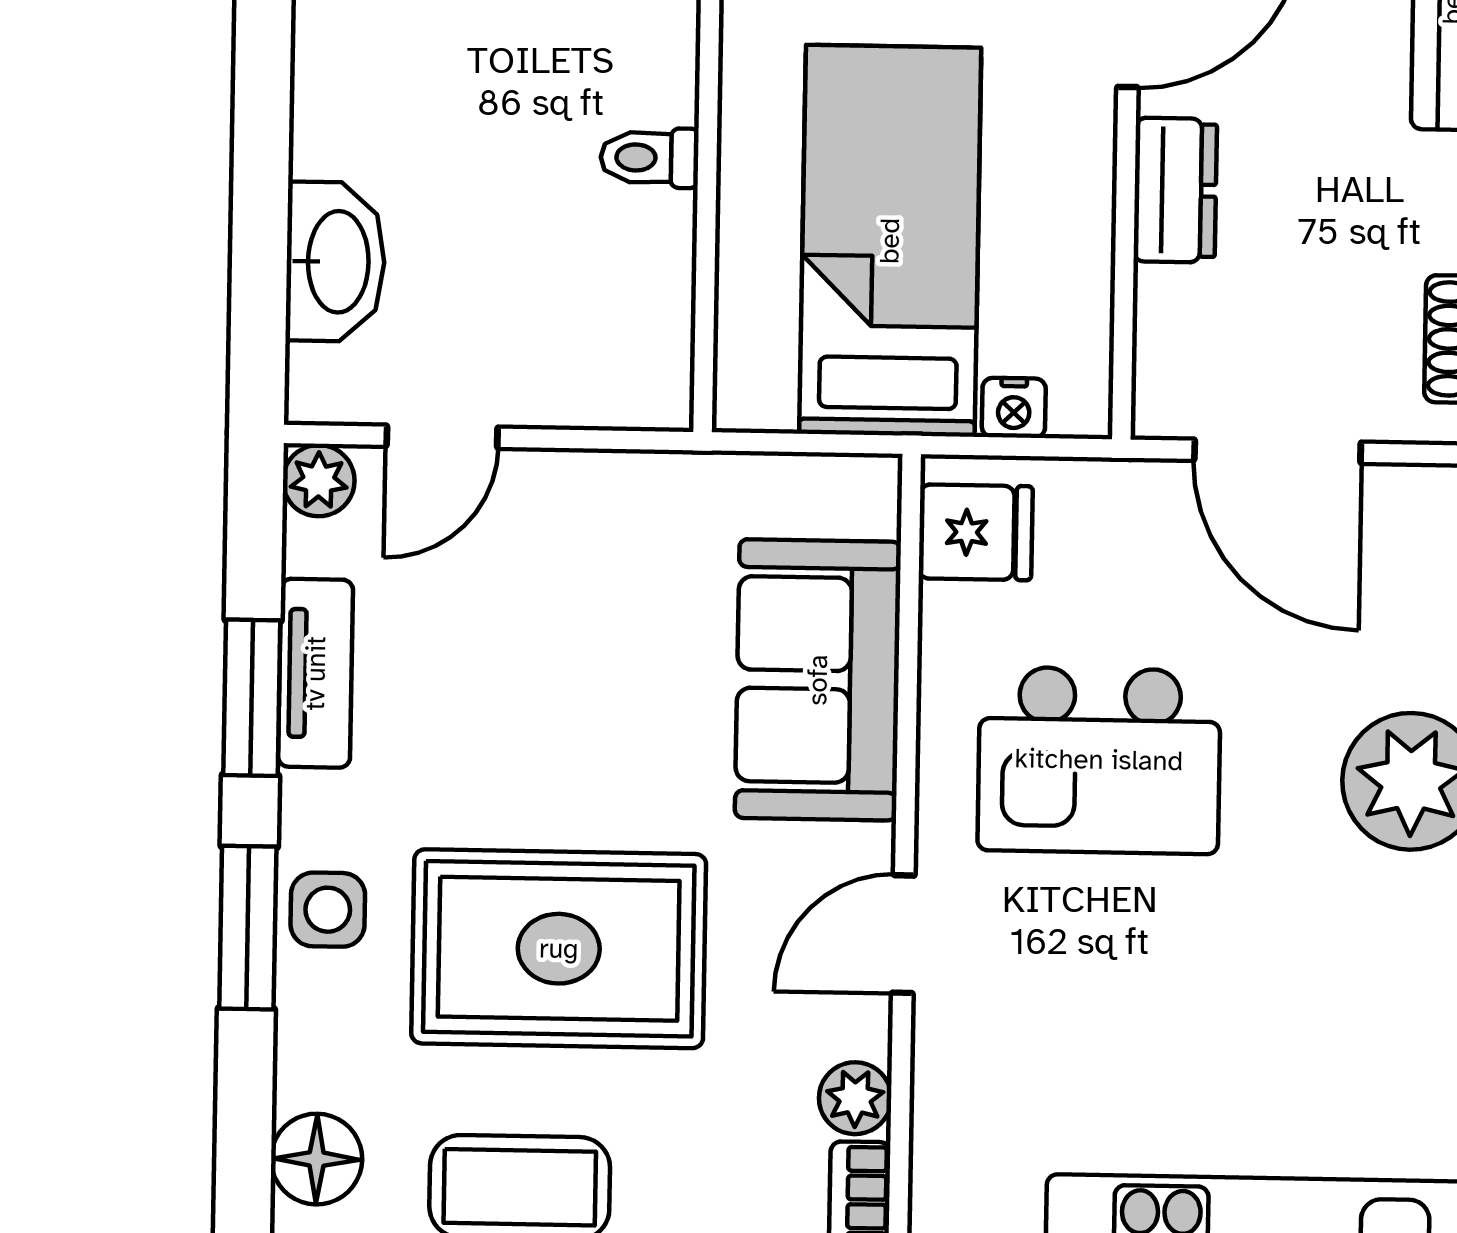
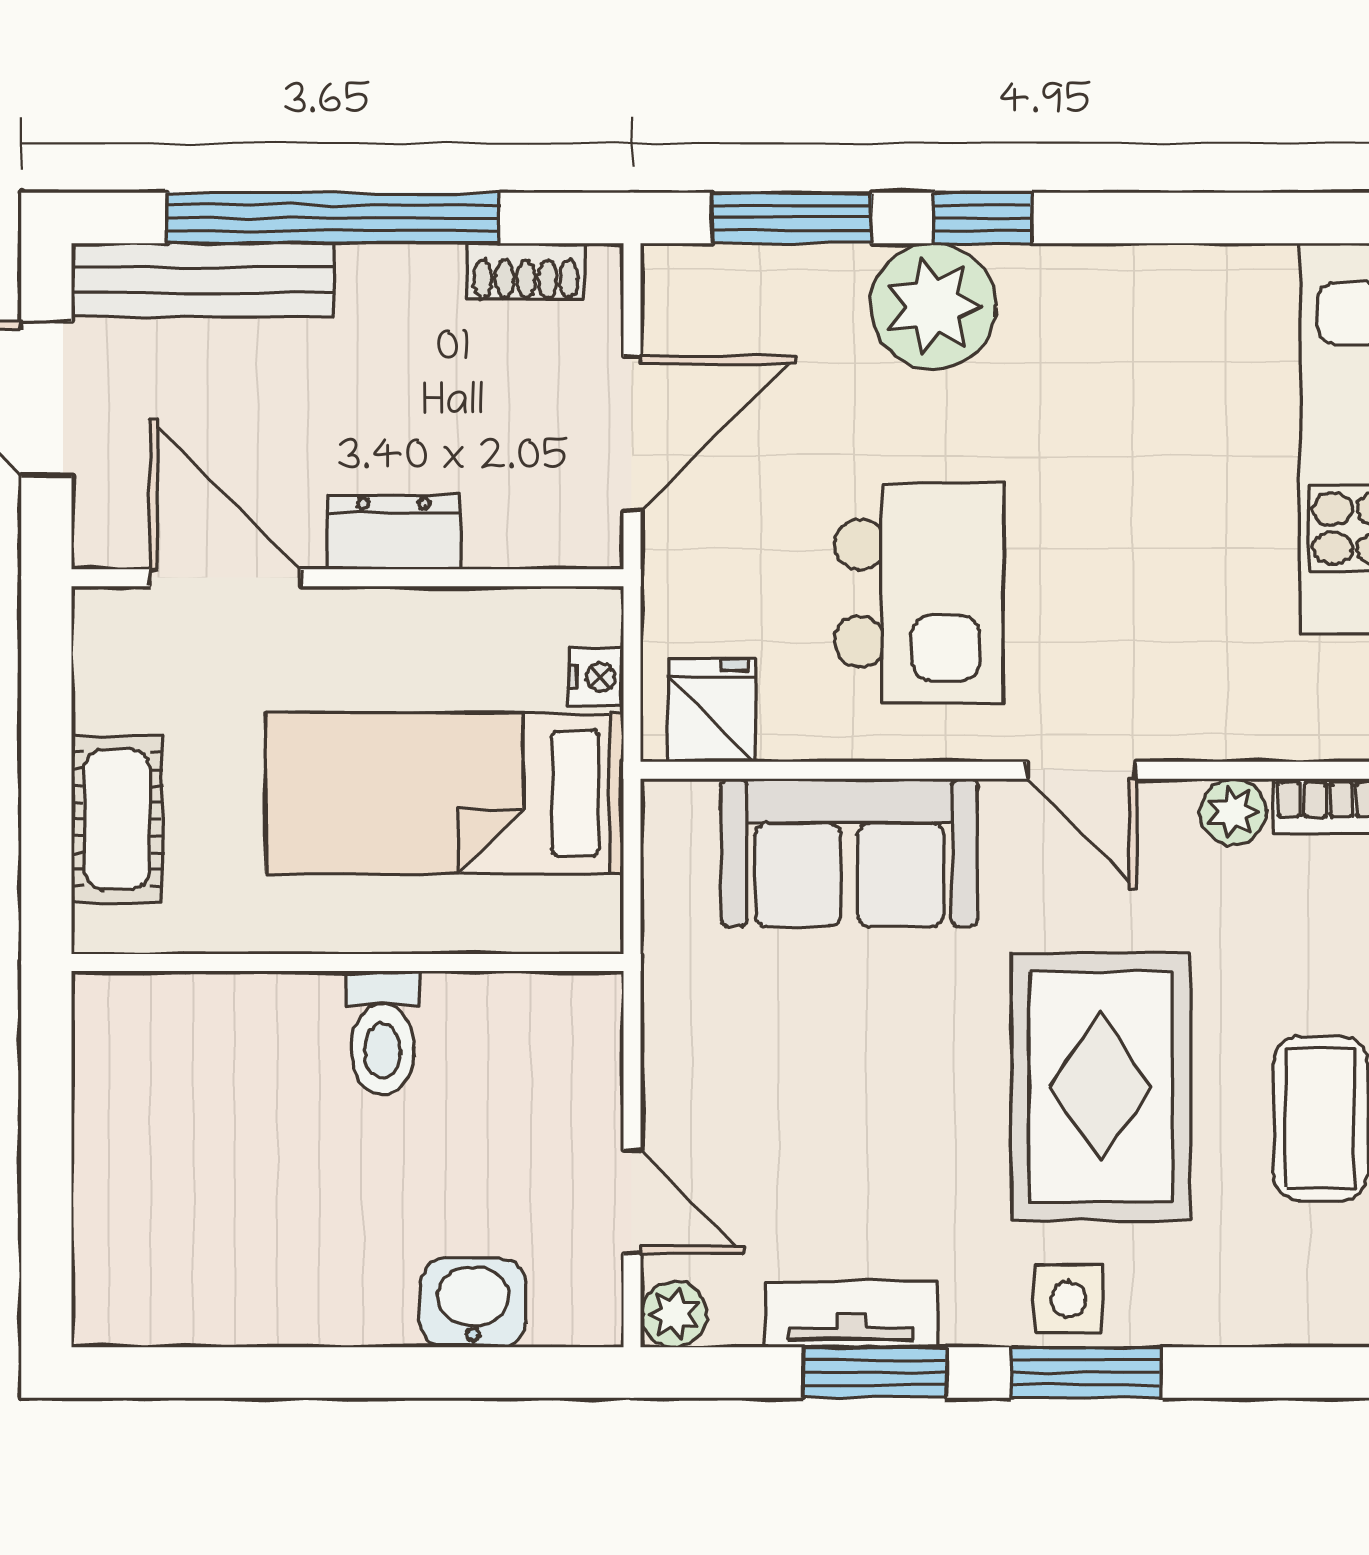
toilet: (650, 158) -> (382, 1033), width x1.37, depth x1.39
washbasin: (335, 262) -> (473, 1303), width x0.72
floor lamp: (317, 1159) -> (1298, 1306), removed

